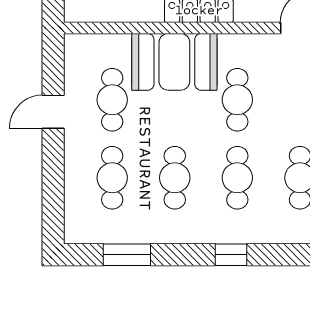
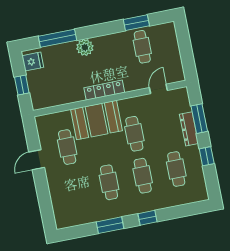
cafe table: (112, 178) -> (75, 189), removed
window: (127, 255) -> (110, 225), moved

